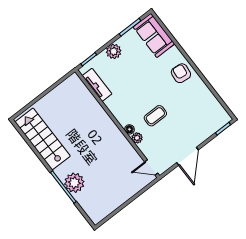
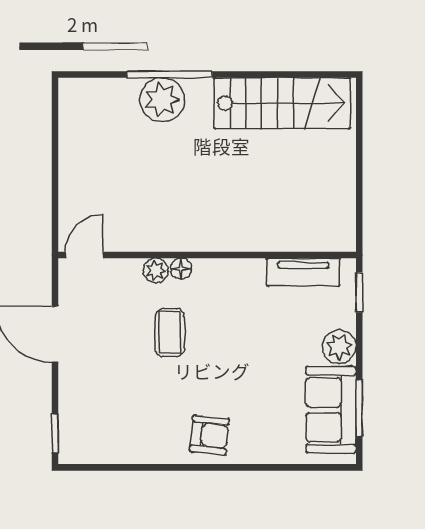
sofa: (154, 35) -> (331, 410), moved, turned -90

